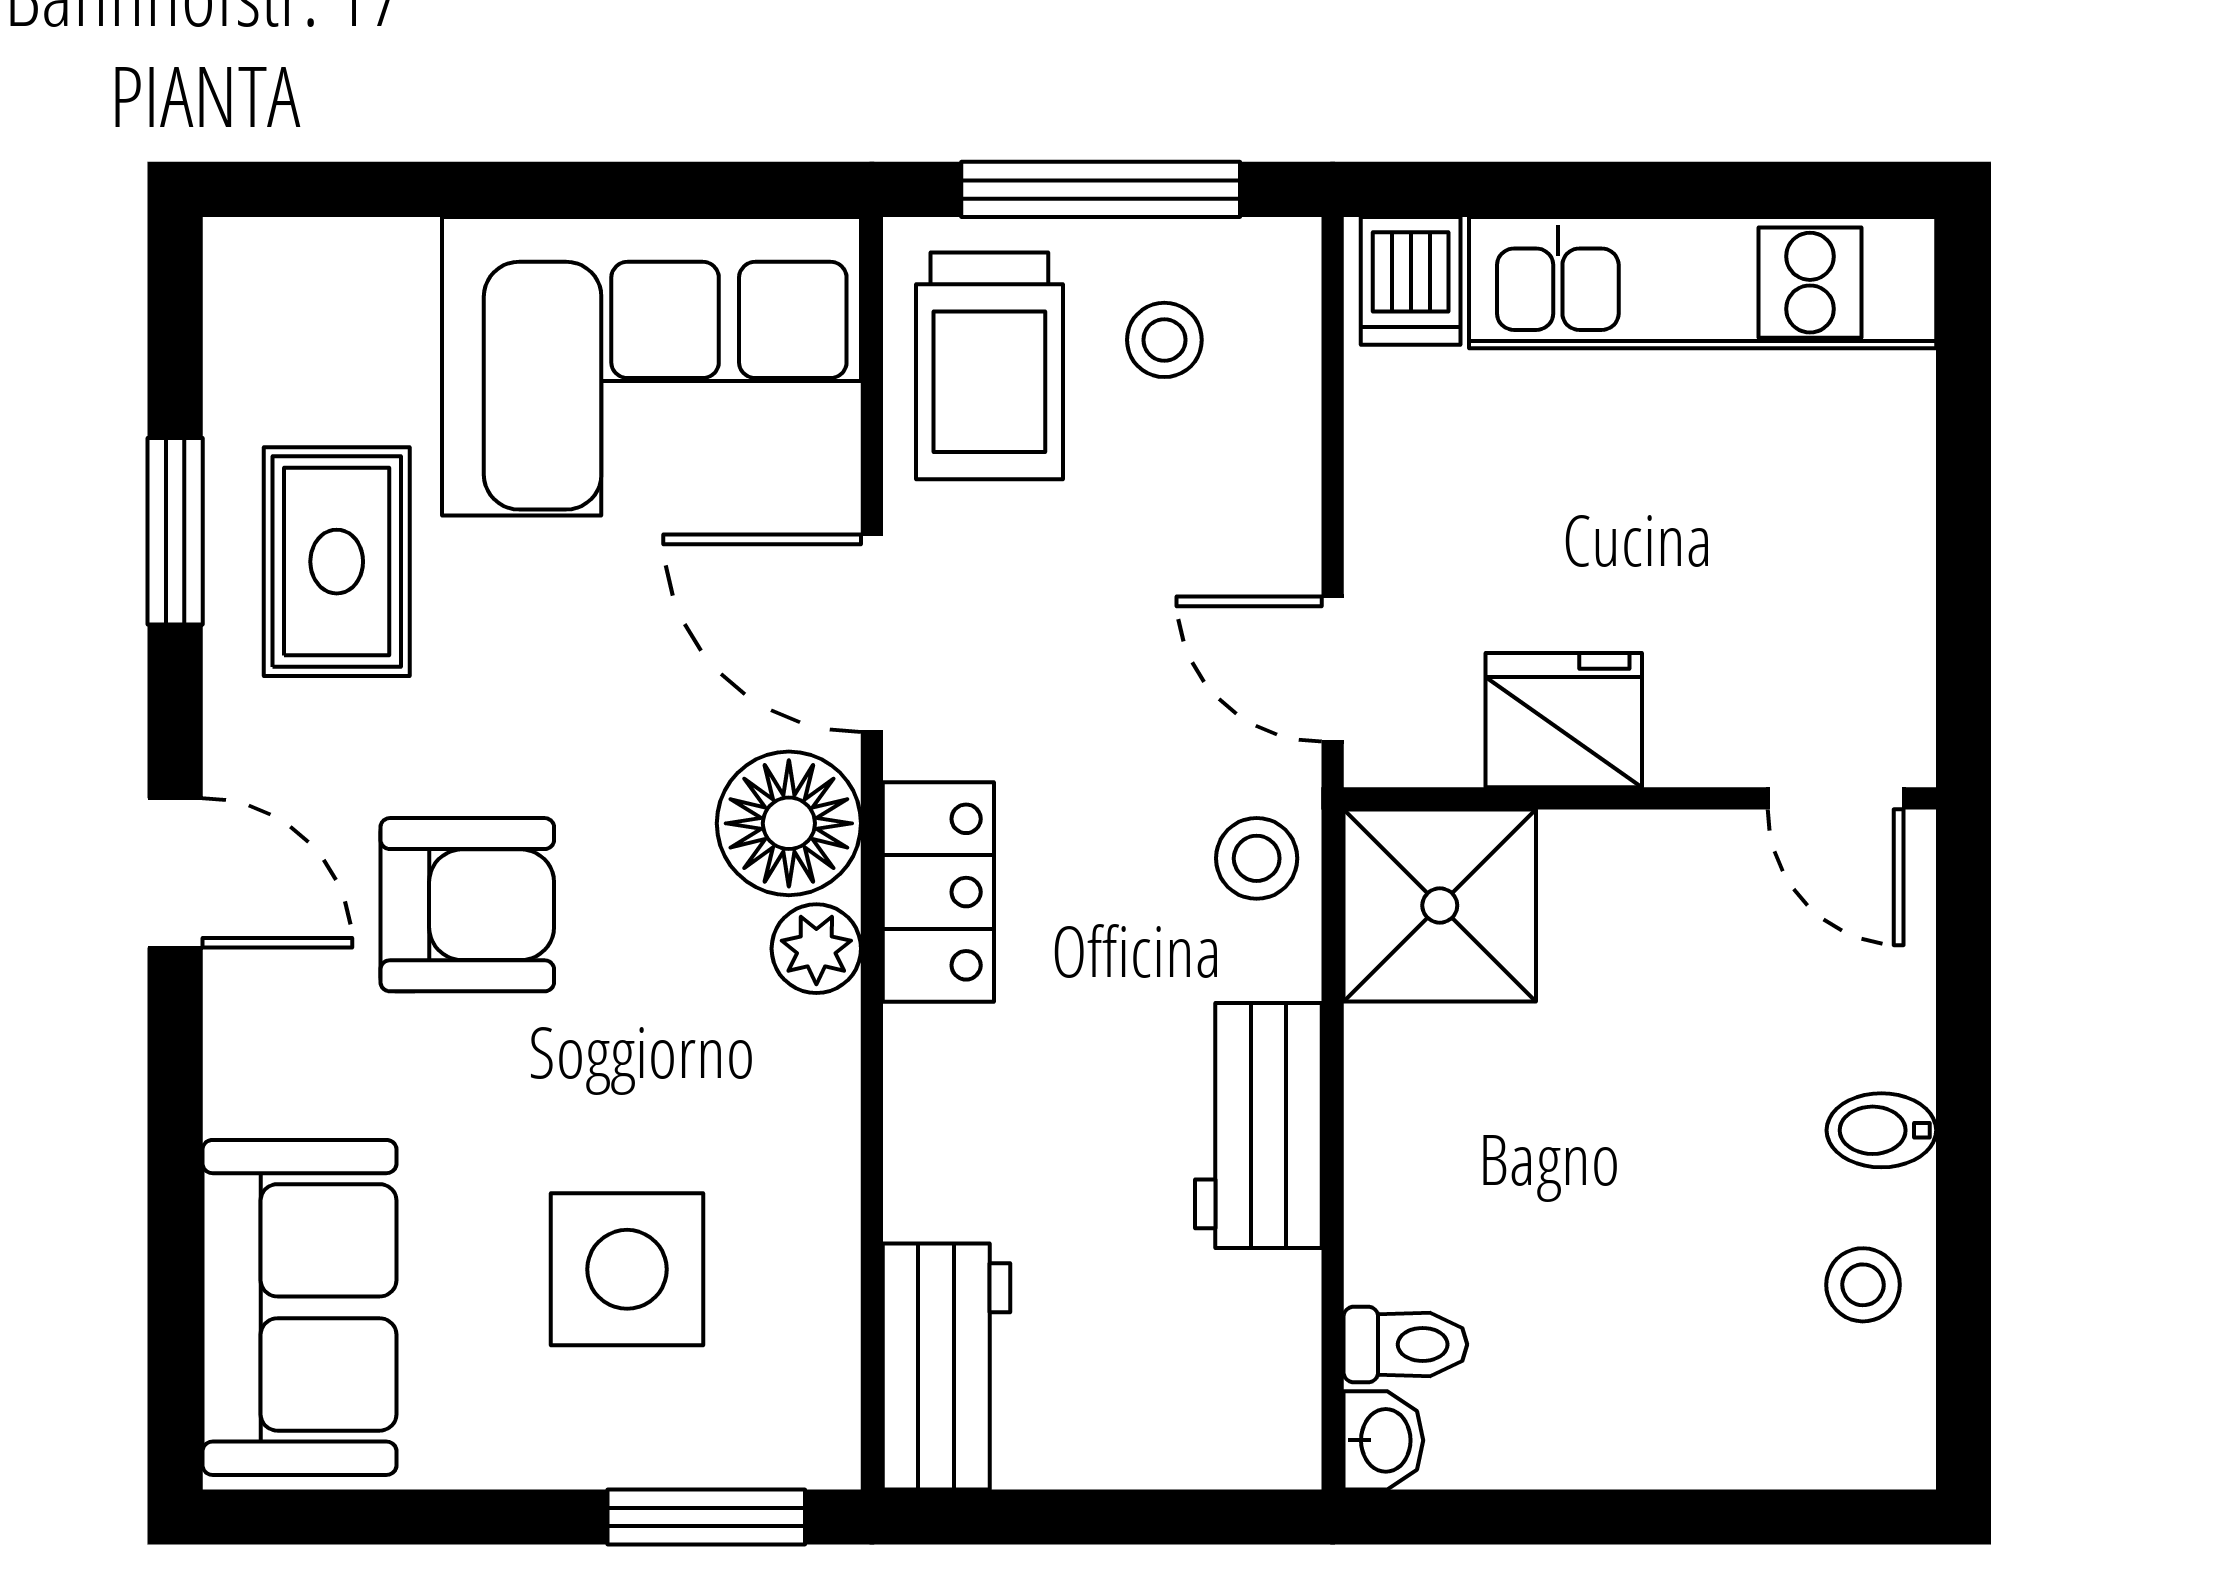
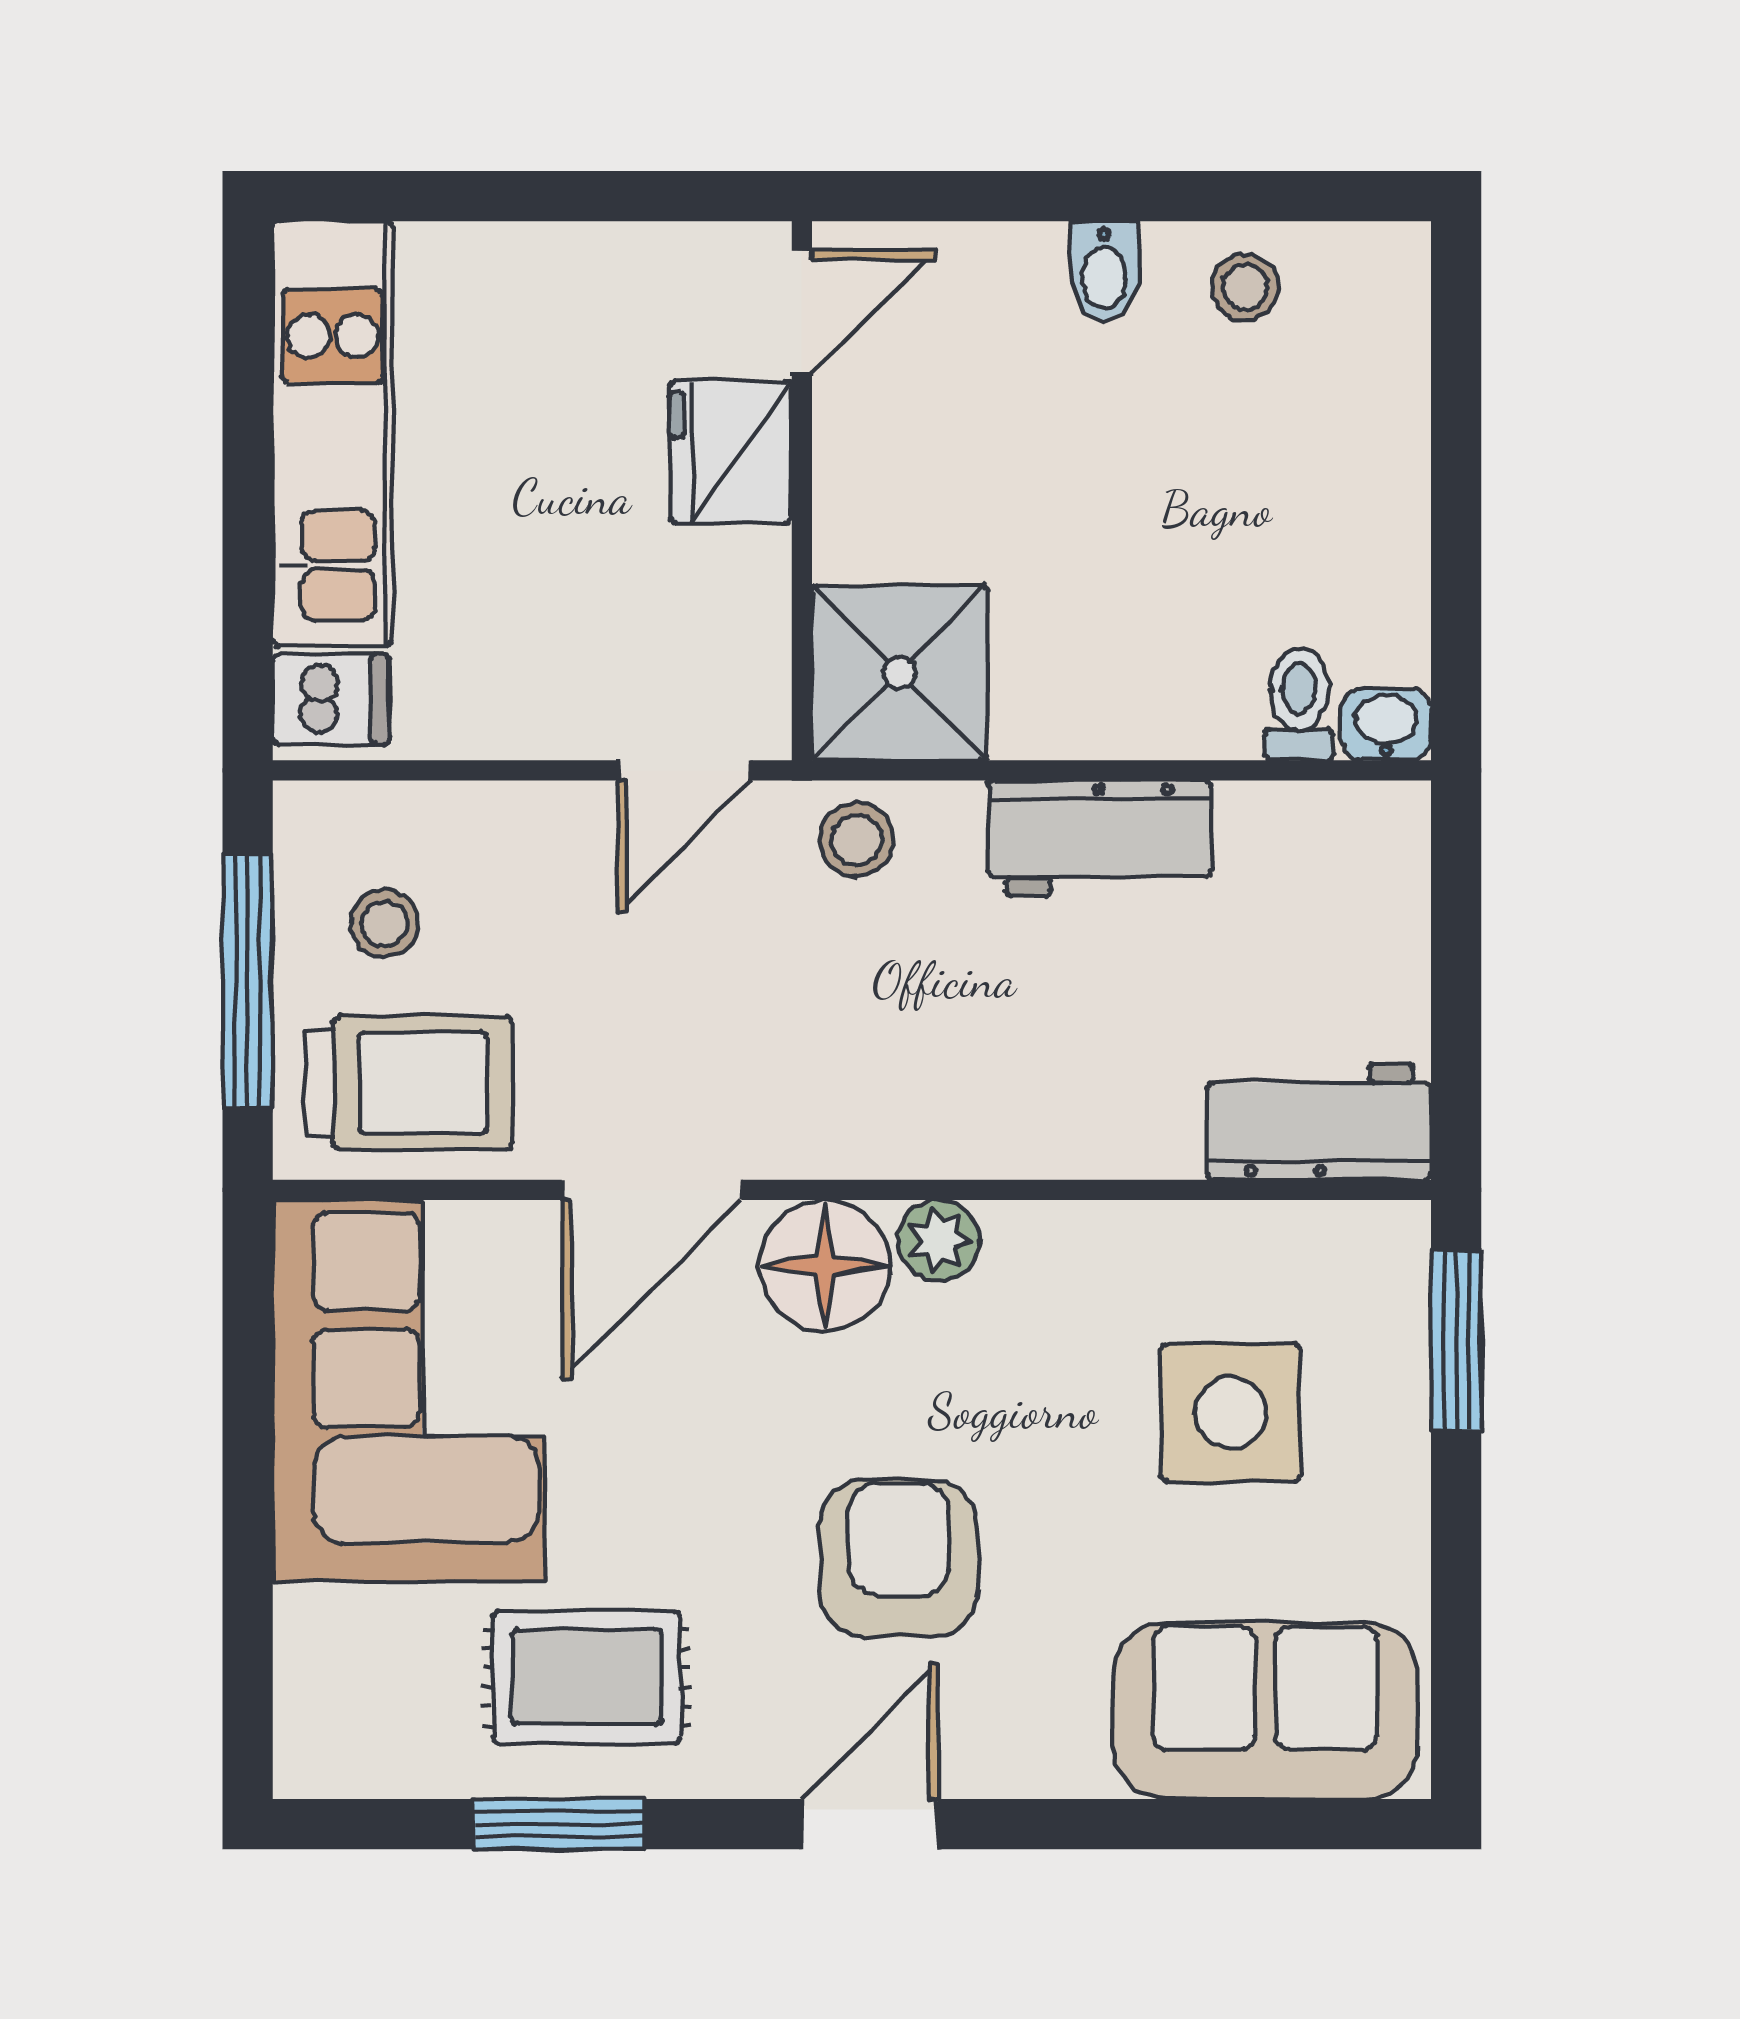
fridge: (1564, 720) -> (731, 452), moved
locker: (938, 892) -> (887, 1129), removed

